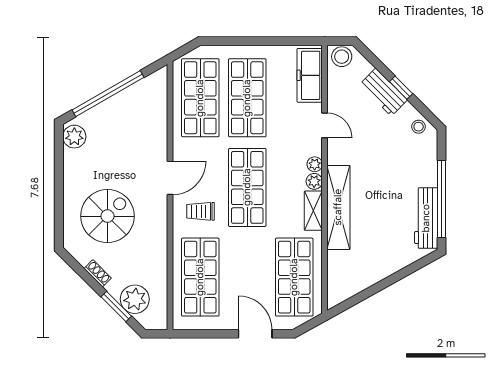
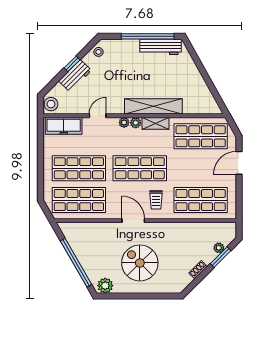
spiral stairs: (107, 216) -> (140, 263), moved
plant: (135, 299) -> (219, 248), width x0.53, depth x0.53

